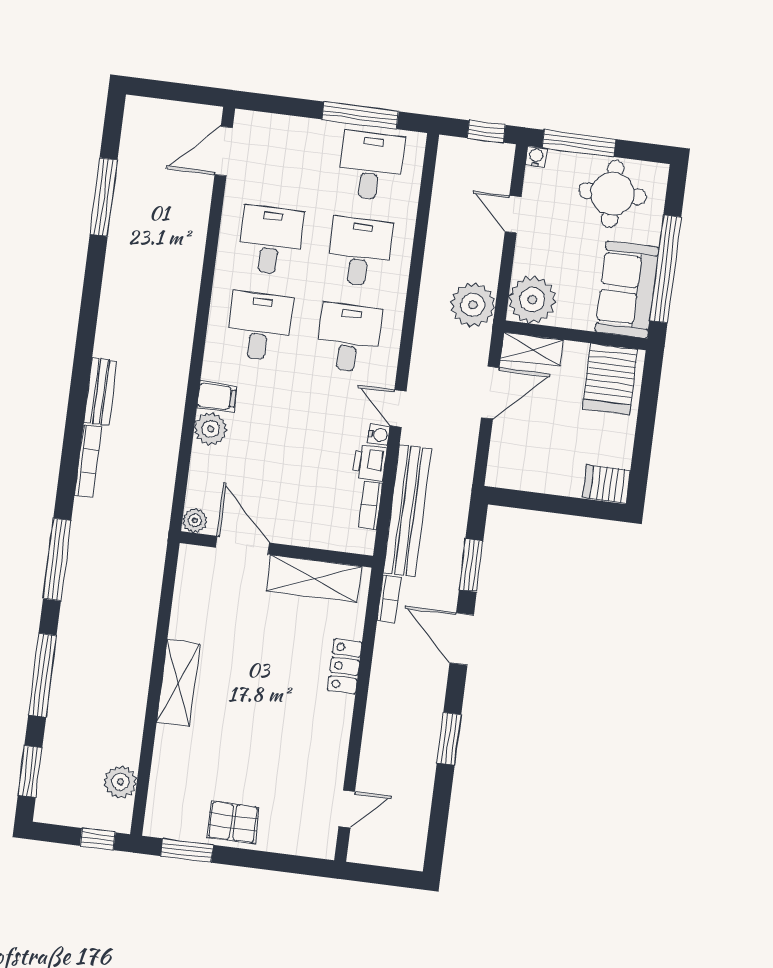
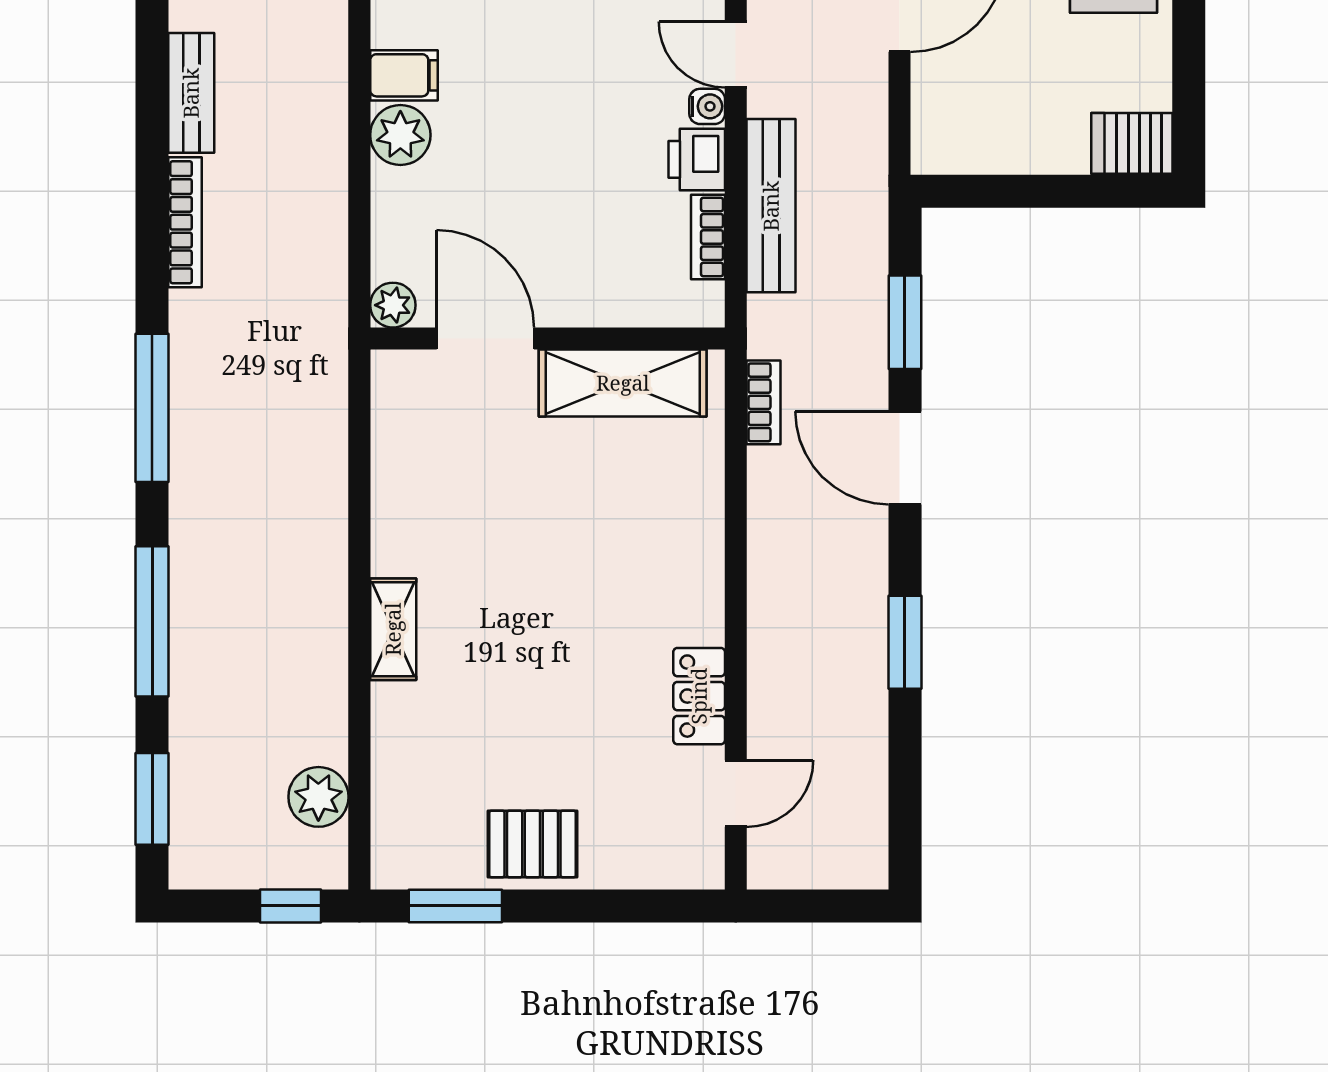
bench: (407, 510) -> (771, 206), width x0.73, depth x0.82
locker: (345, 666) -> (699, 696), moved
shelving: (178, 683) -> (393, 629), width x0.67, depth x0.75

